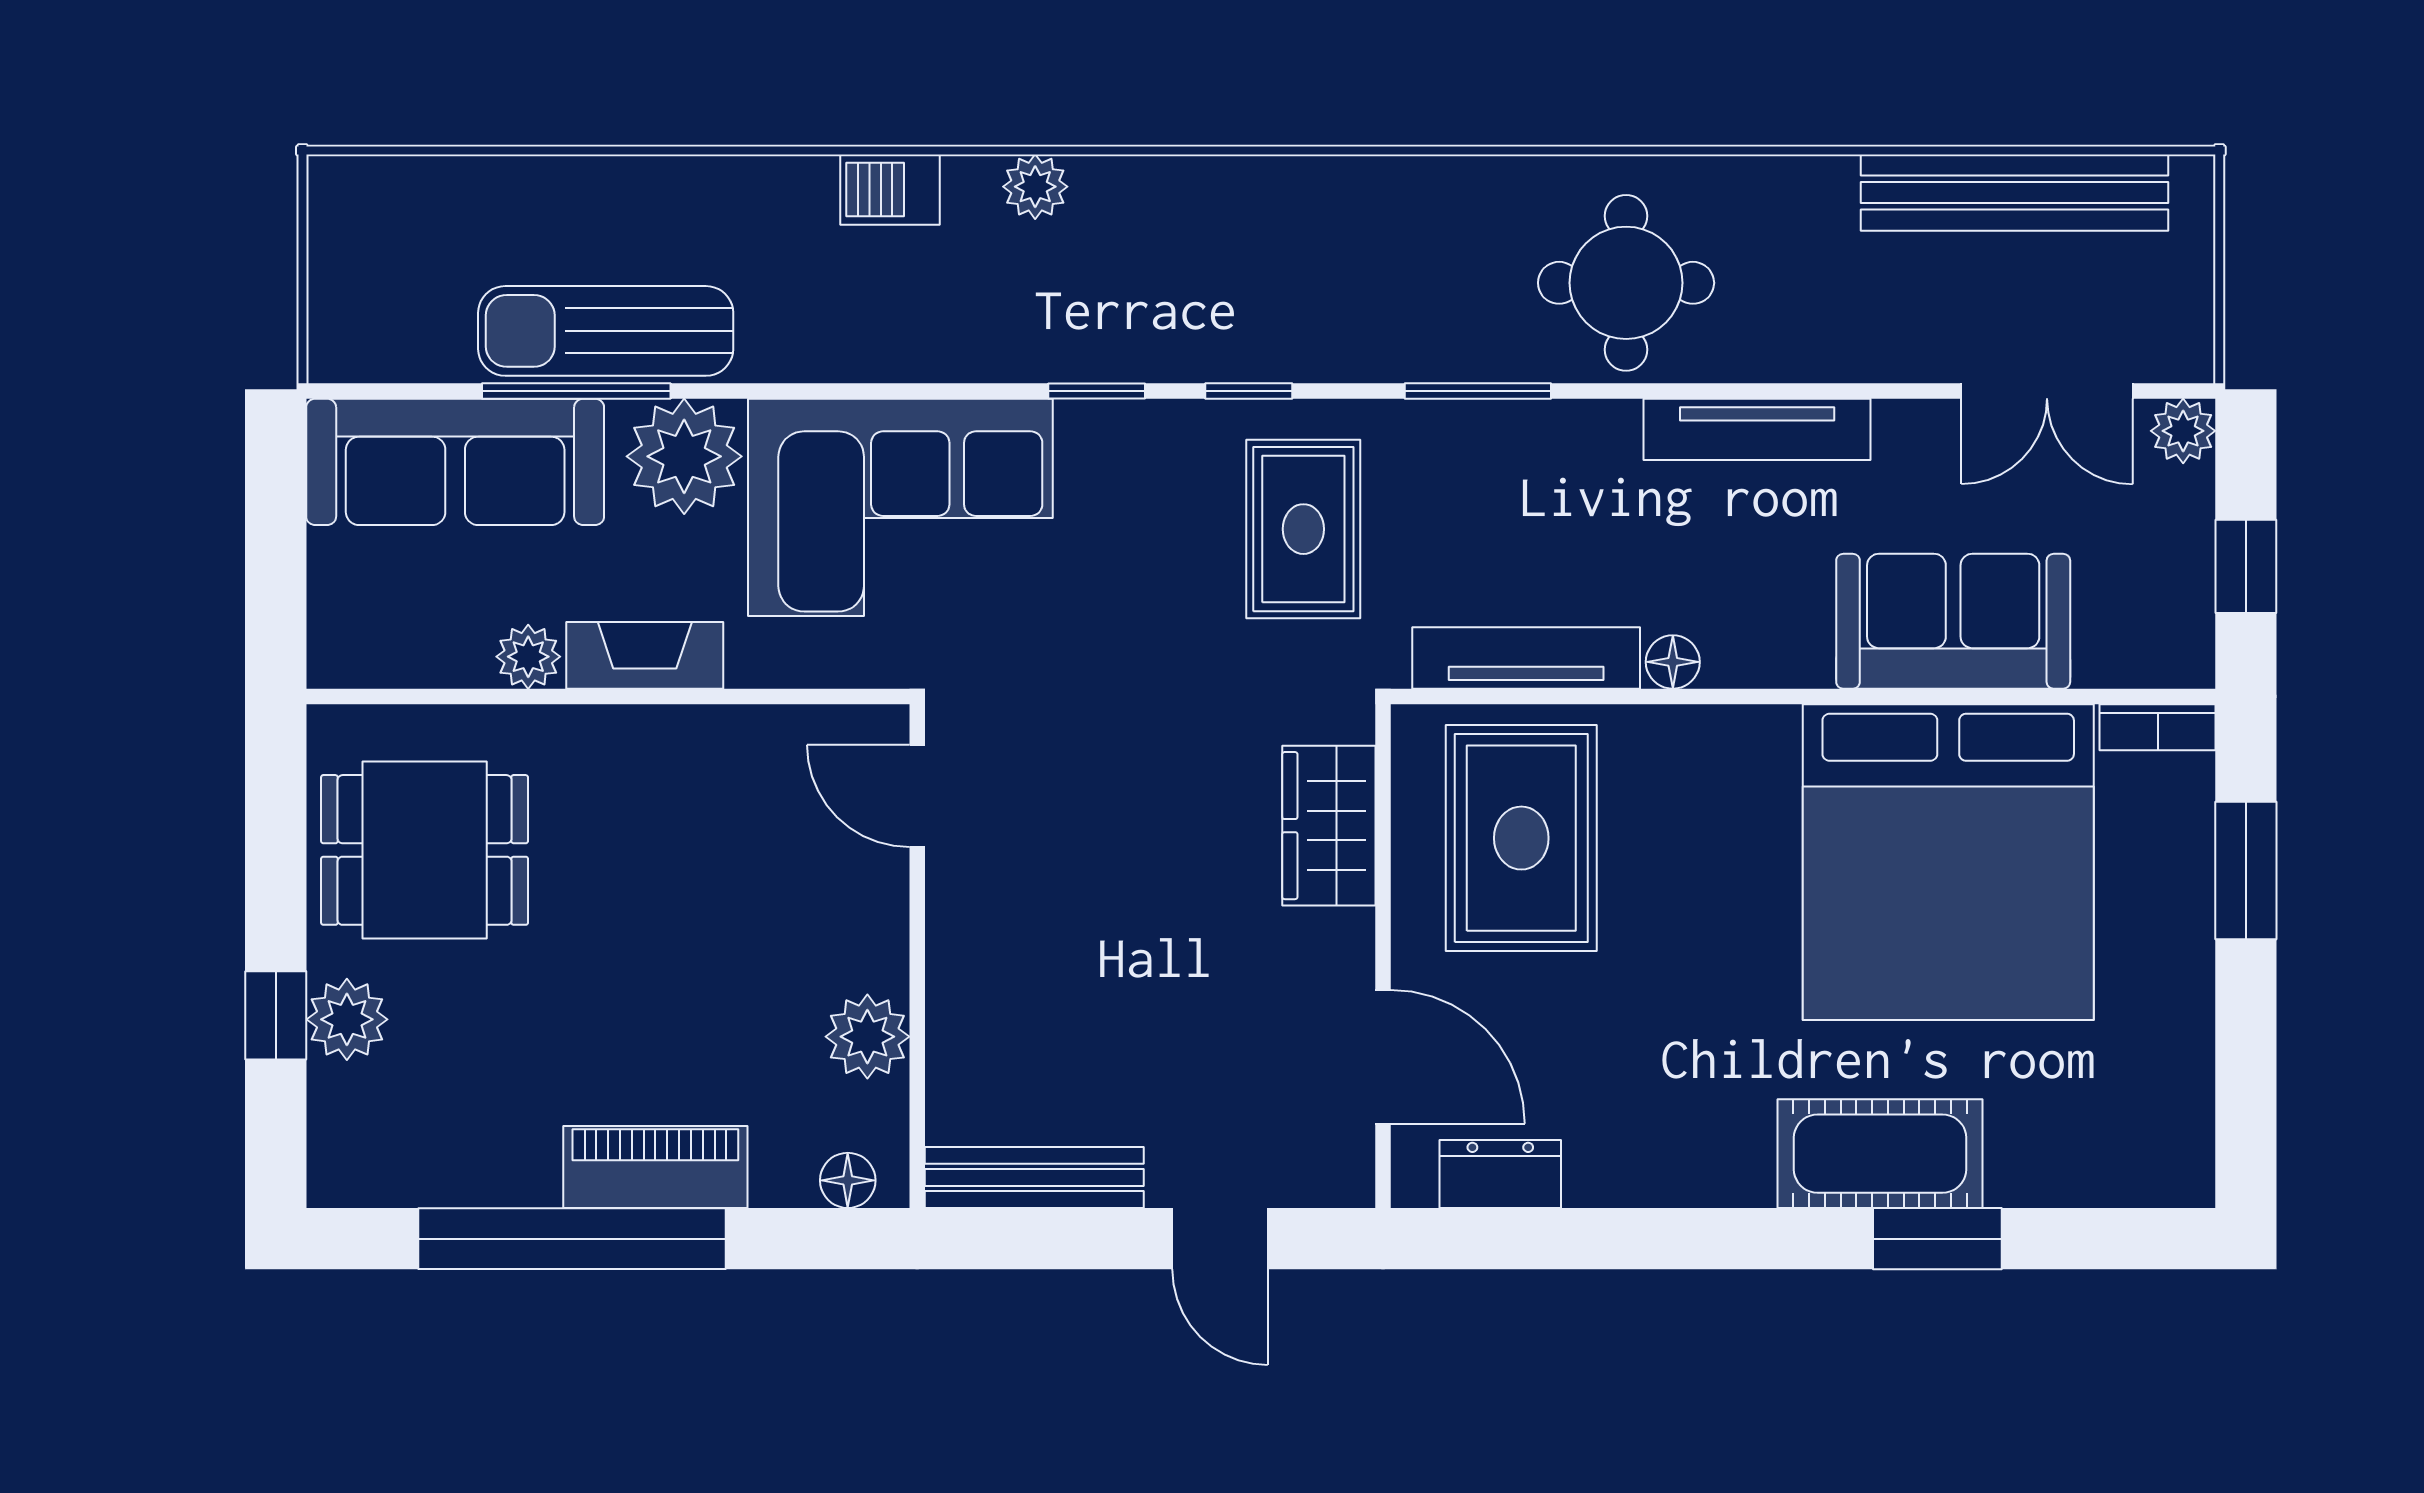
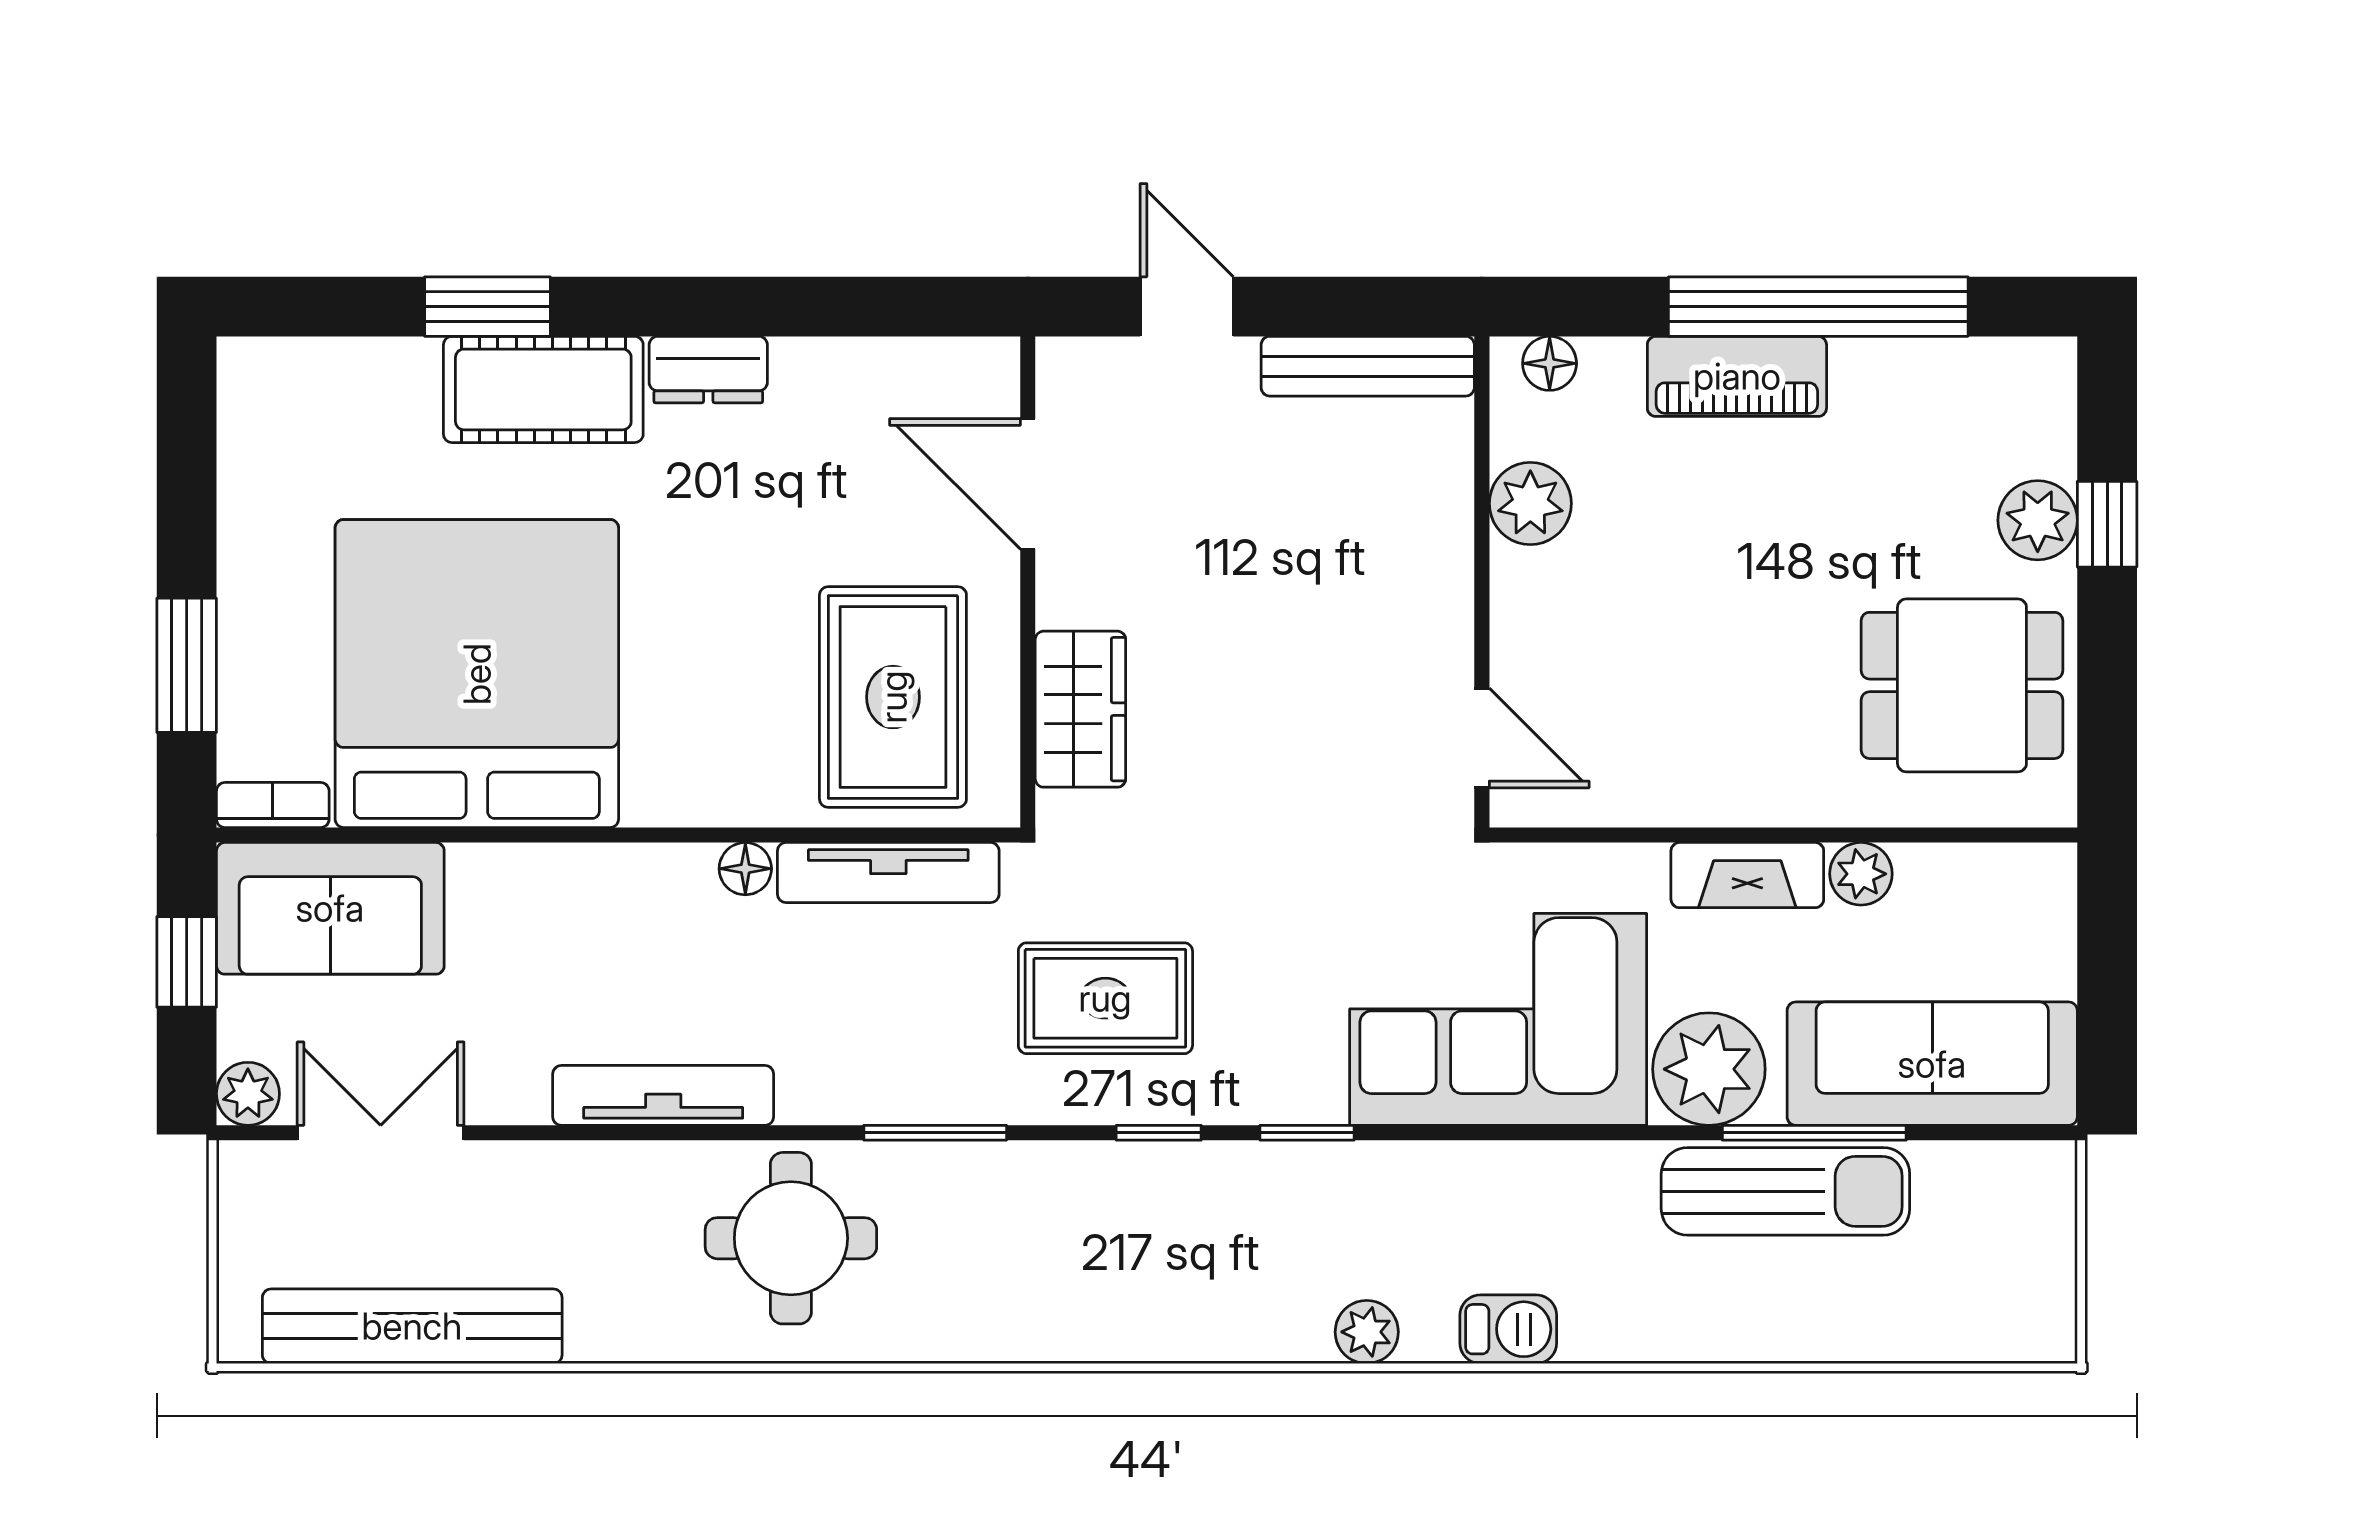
rug: (1303, 529) -> (1105, 998), turned 90
sofa: (1953, 621) -> (330, 908), moved
dresser: (1500, 1174) -> (708, 370), moved

